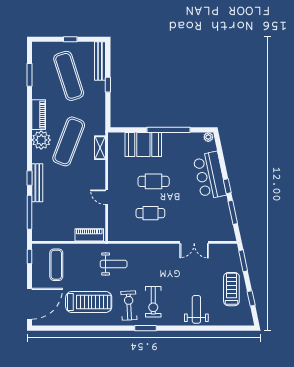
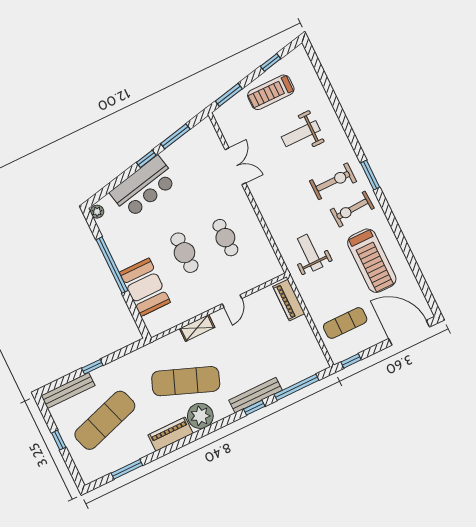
shelving: (100, 148) -> (197, 328), moved
treadmill: (89, 302) -> (372, 261), turned 180
weight bench: (196, 309) -> (301, 134), moved

